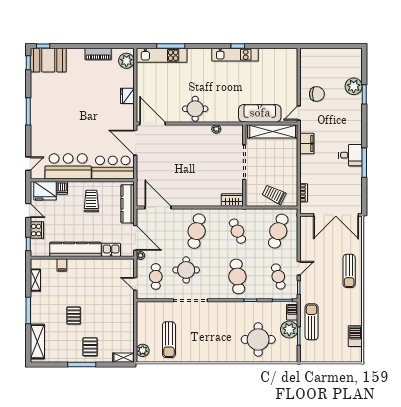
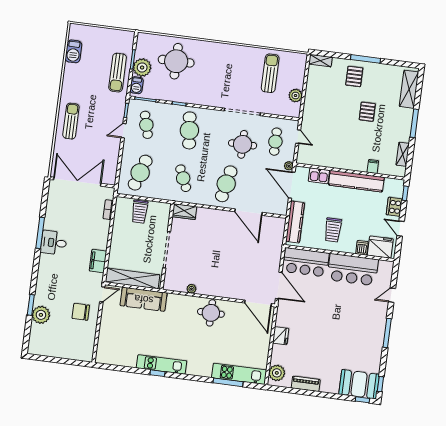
door: (28, 164) -> (392, 295), moved
trolley: (274, 195) -> (140, 212), turned 64
door: (158, 207) -> (248, 212), moved
plant: (143, 350) -> (296, 96), moved

